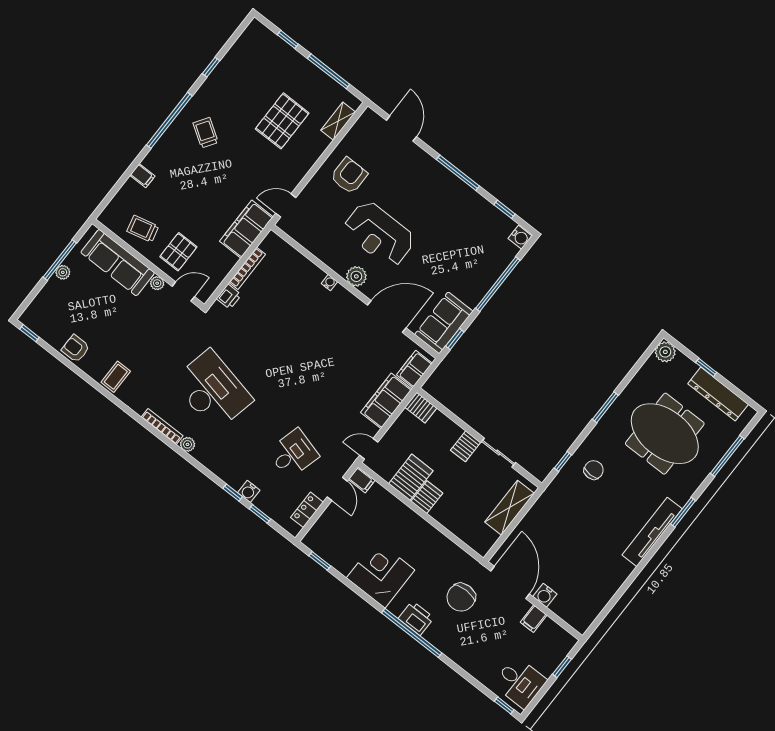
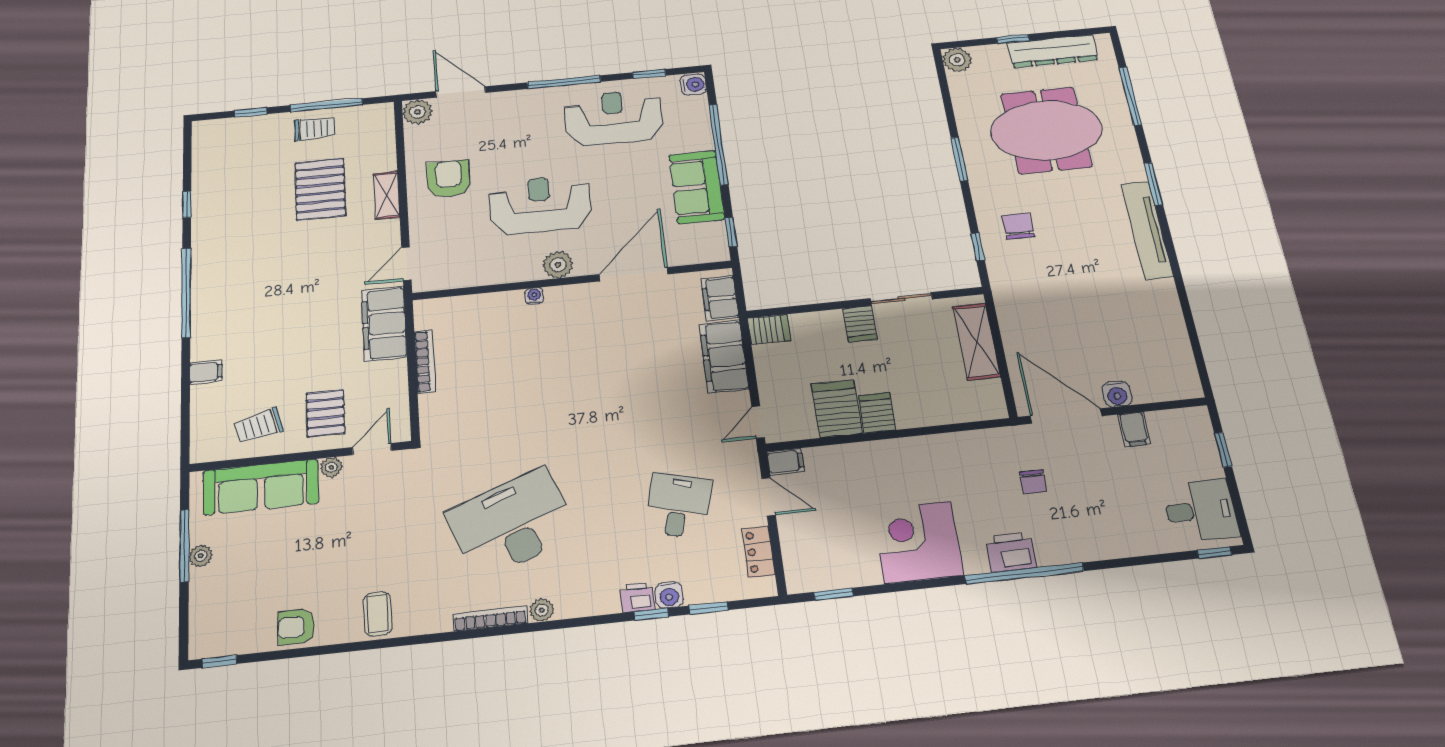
plant: (369, 120) -> (417, 112), added
shelving: (338, 121) -> (387, 195), moved
trolley: (206, 133) -> (315, 129), moved, turned 147
reception desk: (462, 218) -> (614, 118), added
reception desk: (379, 234) -> (540, 205), turned 180
printer: (229, 297) -> (637, 597), moved, turned -90
sofa: (444, 323) -> (697, 187), moved
desk: (212, 390) -> (512, 523), turned -33
chair: (461, 597) -> (1033, 482), width x0.54, depth x0.54

